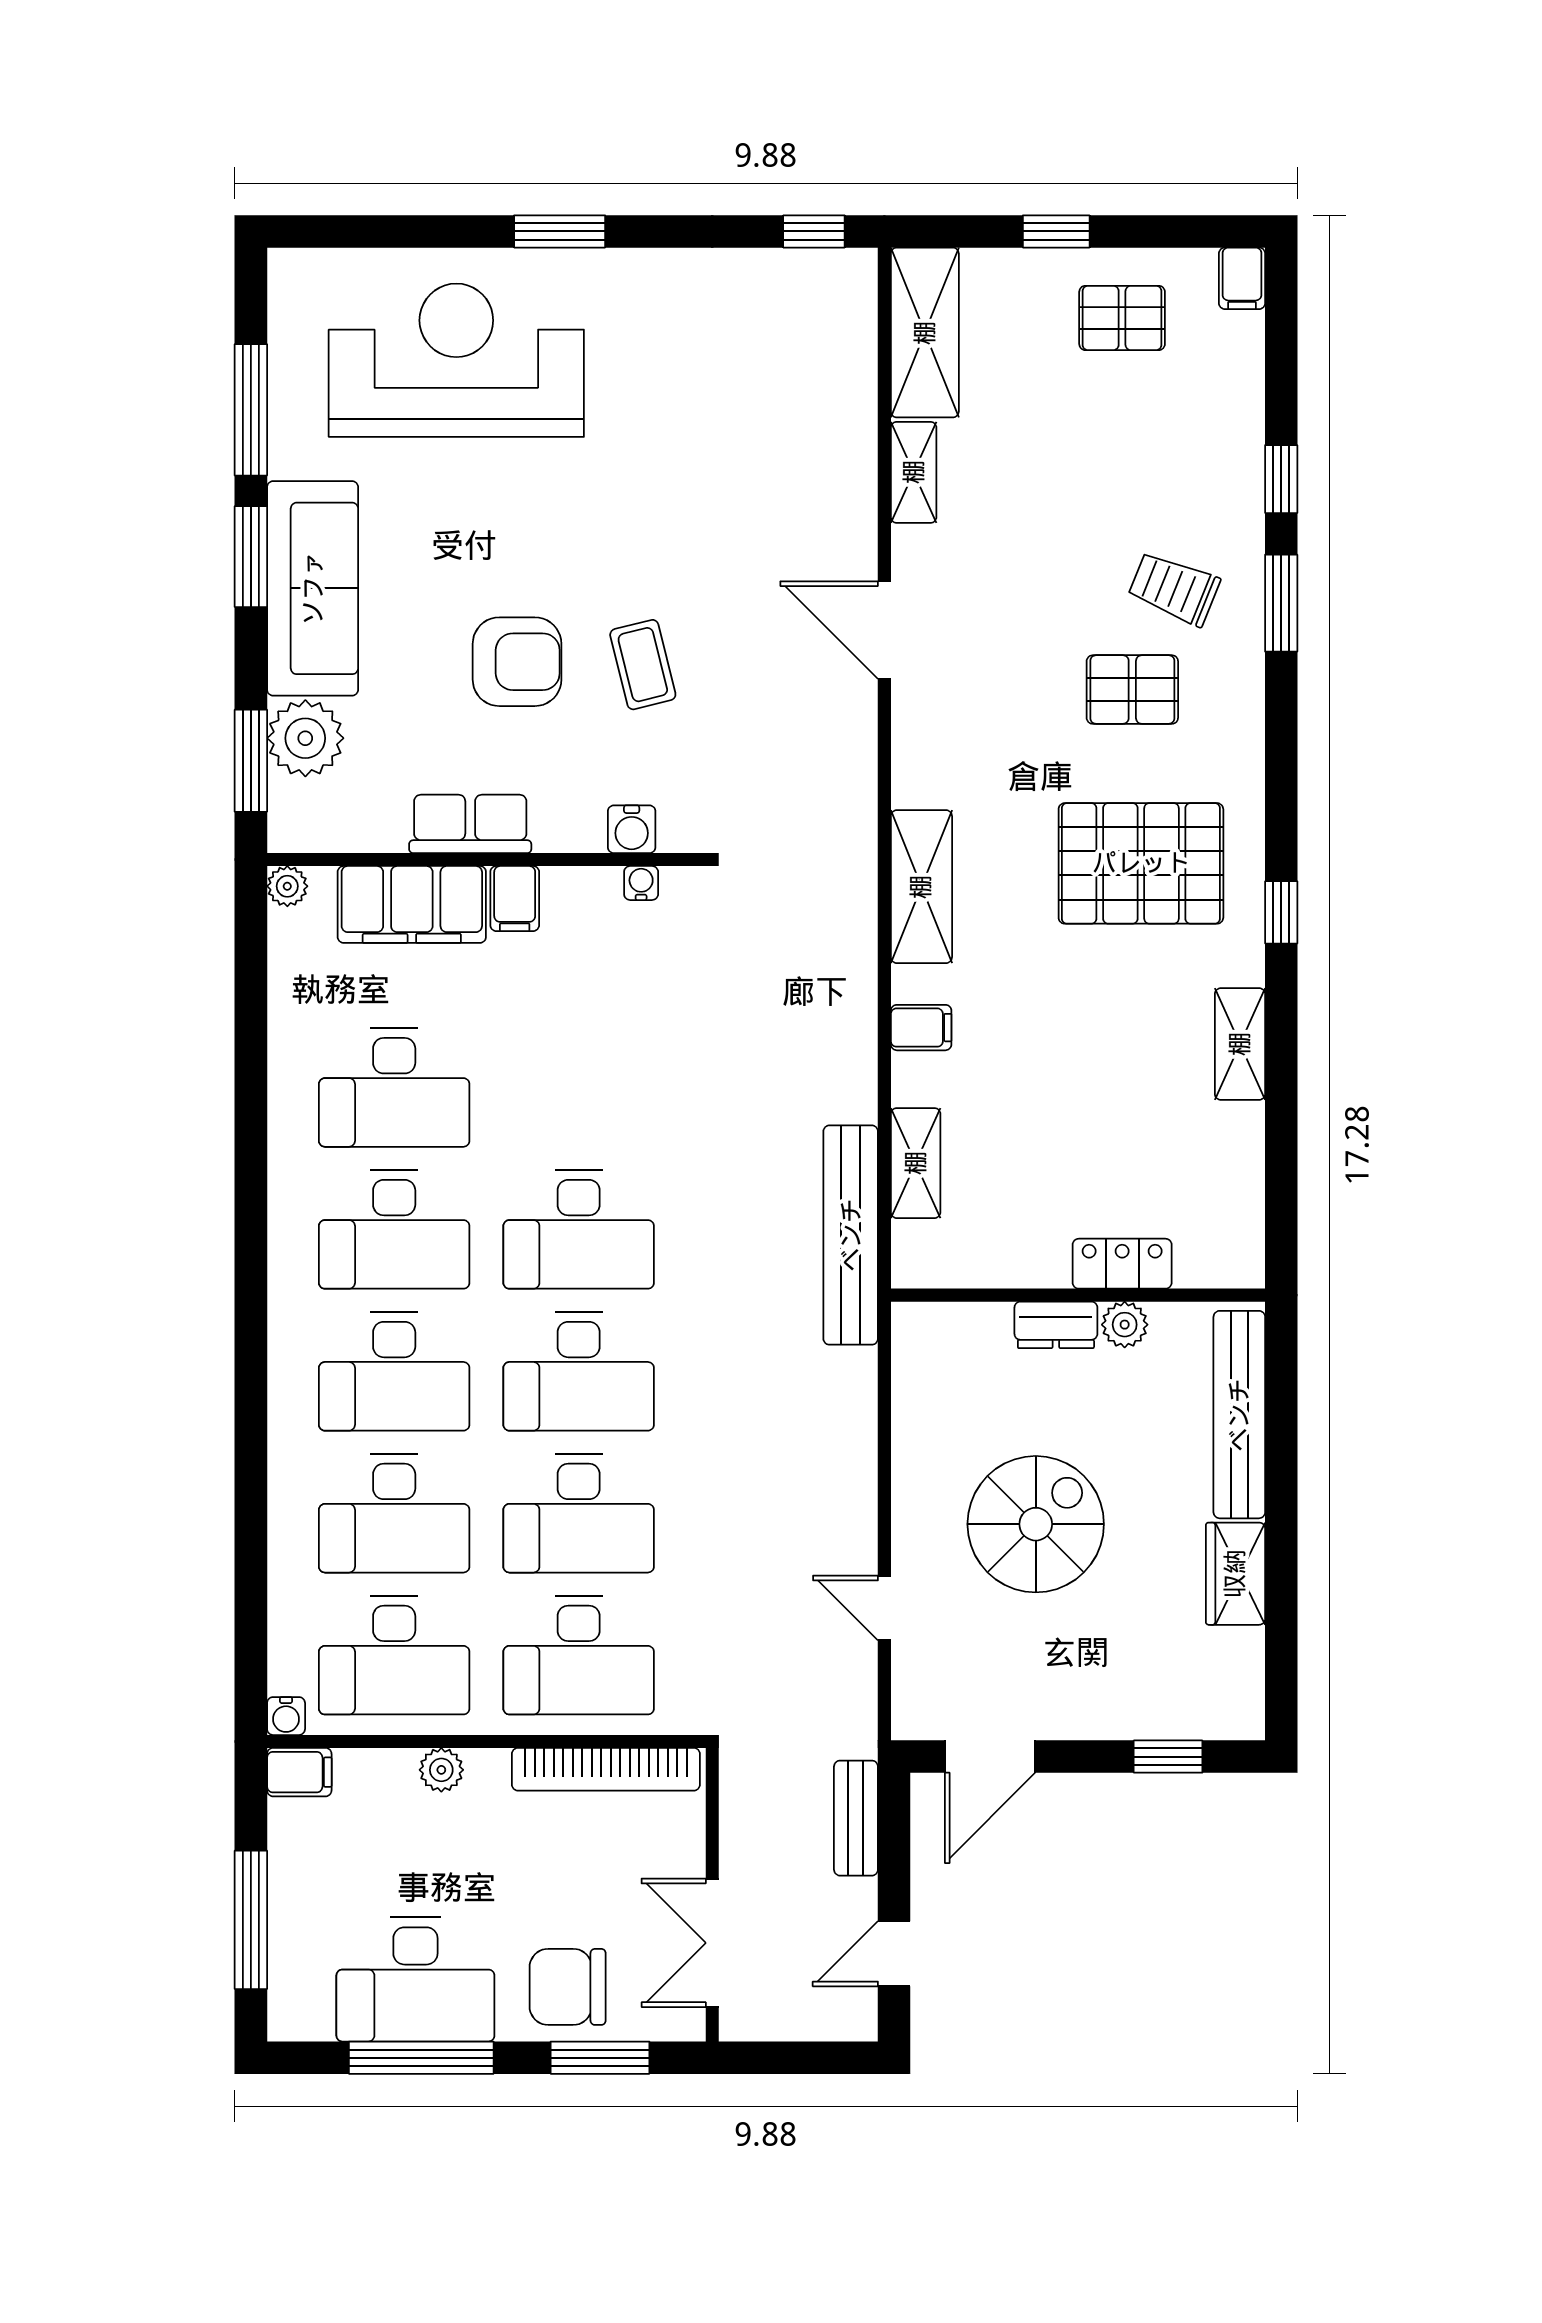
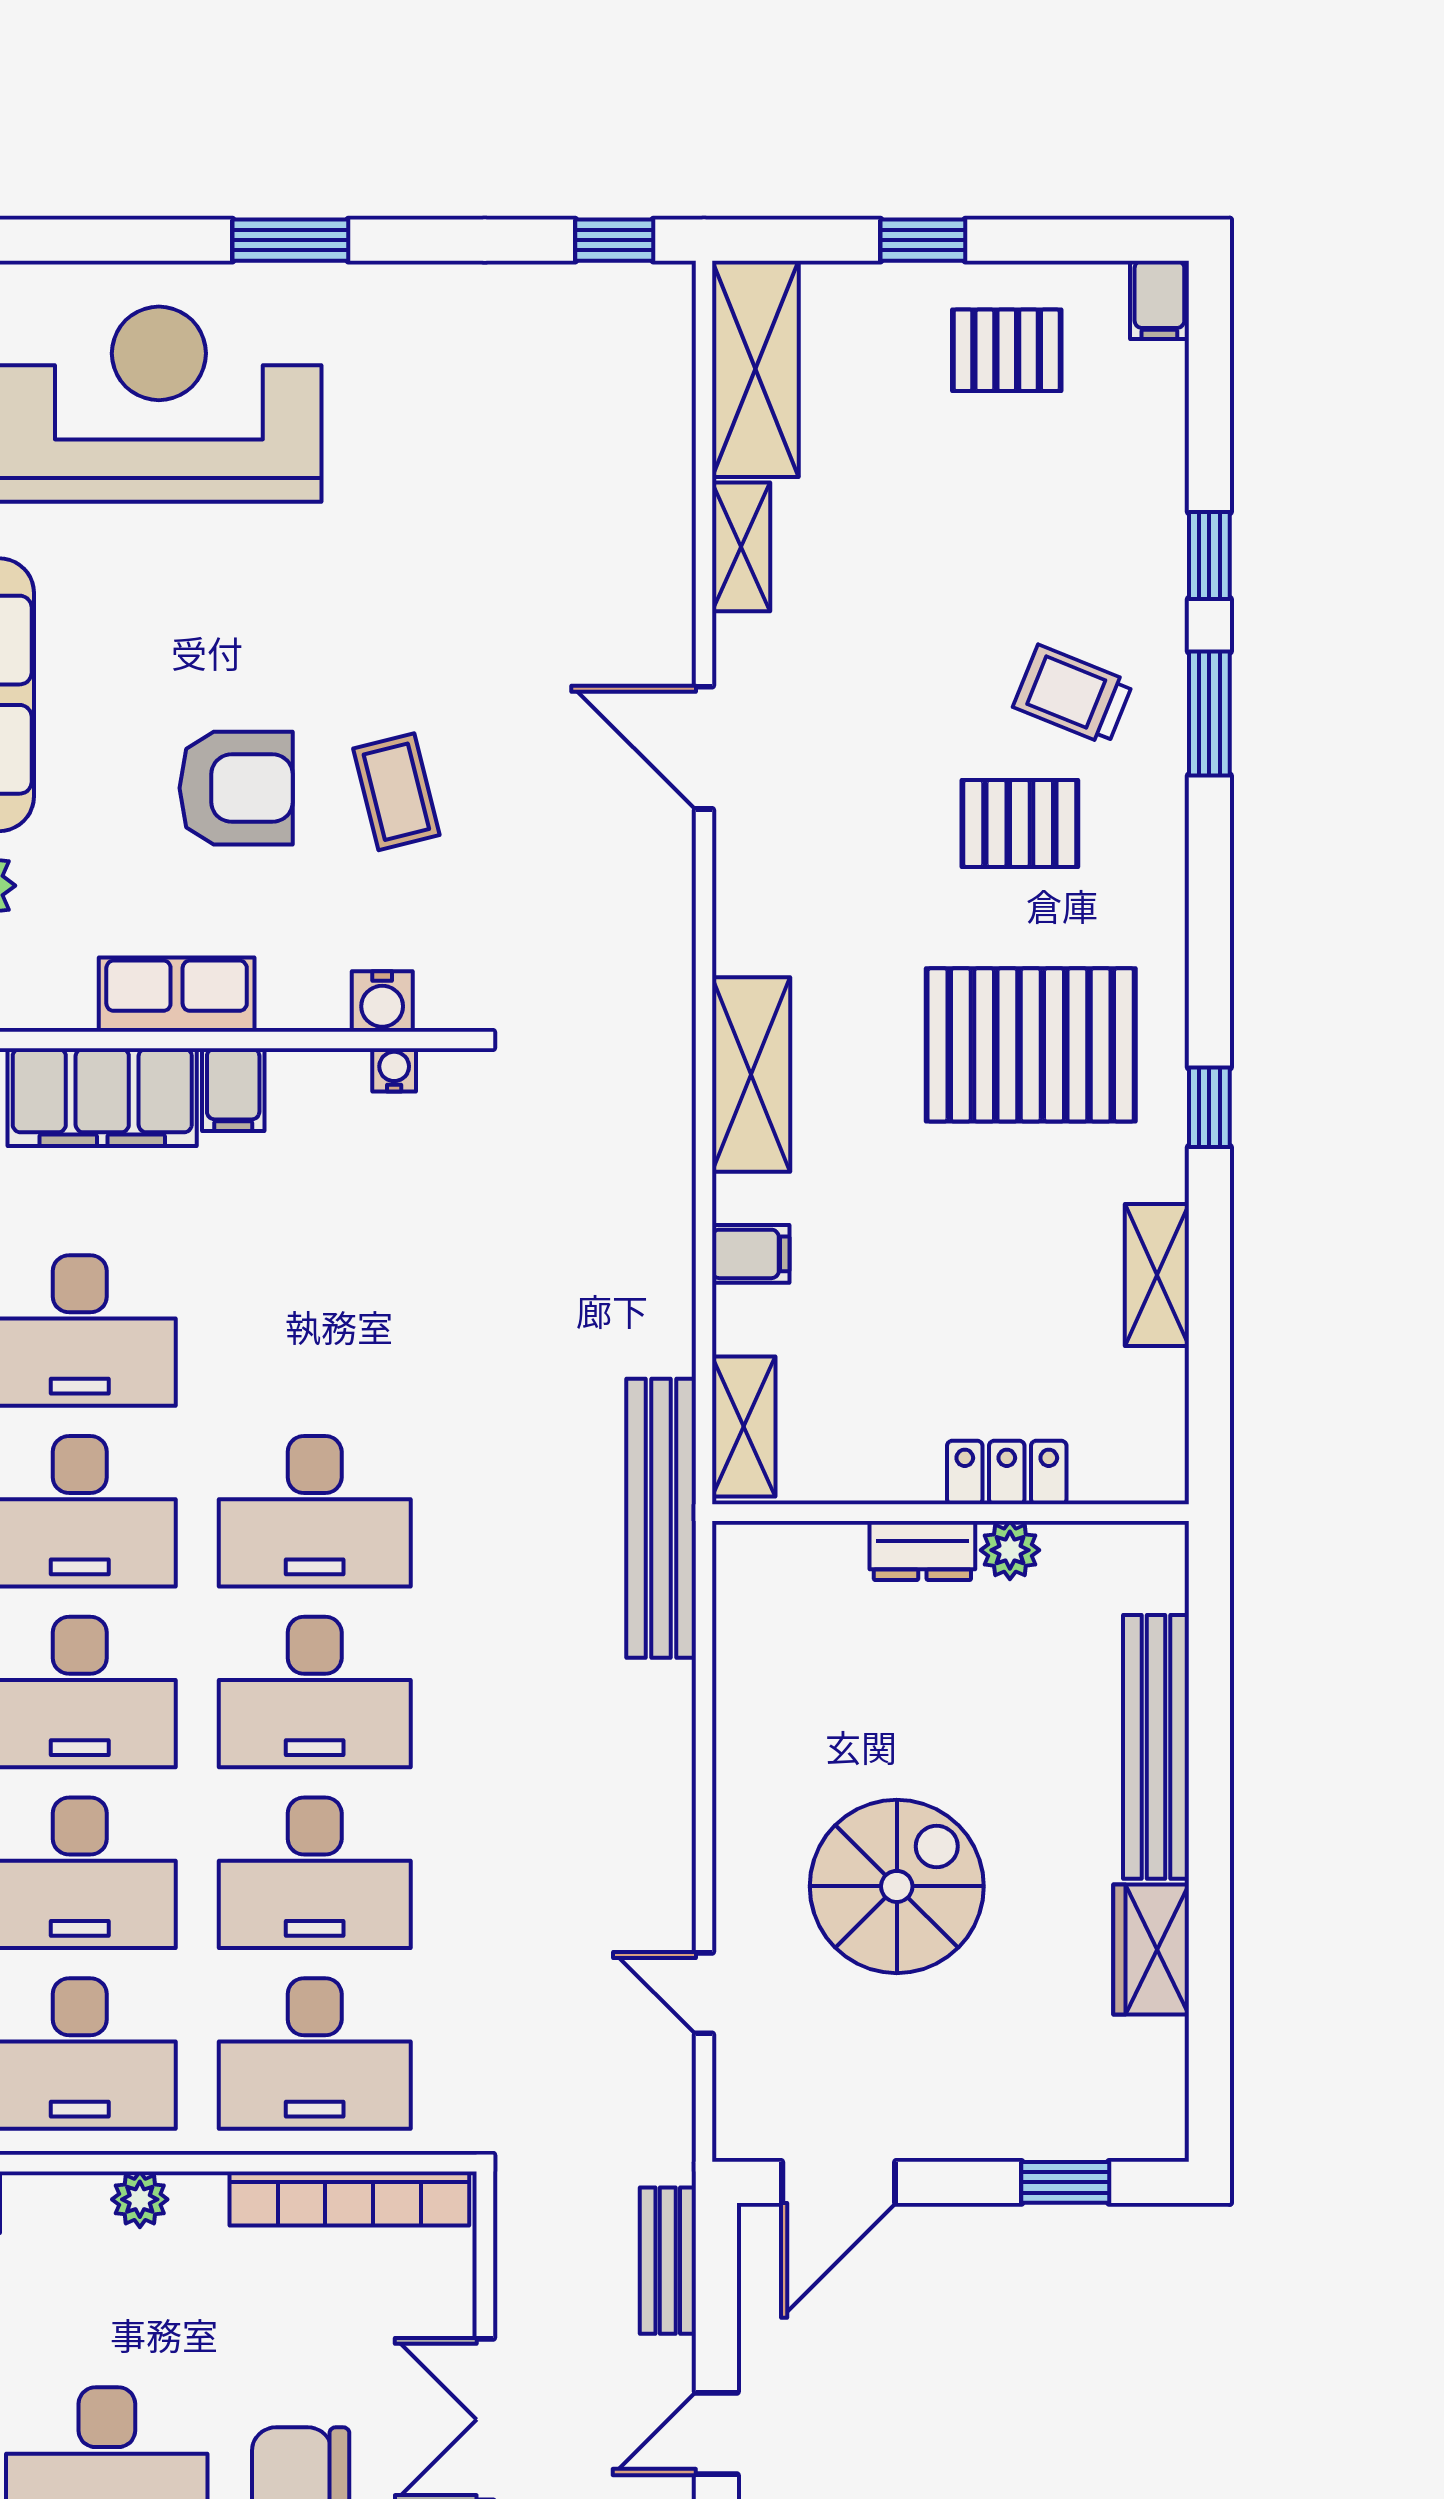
locker: (1122, 1264) -> (1007, 1473), moved
wall: (1078, 1295) -> (951, 1513), moved
dresser: (1056, 1325) -> (922, 1550), moved
plant: (1125, 1325) -> (1010, 1550), moved

